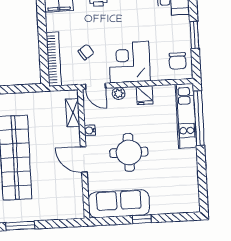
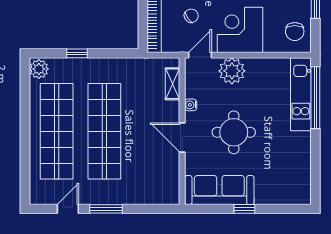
door: (96, 86) -> (200, 55), swing flipped
plant: (119, 93) -> (232, 71), width x1.88, depth x1.88
fridge: (145, 95) -> (255, 68), removed

